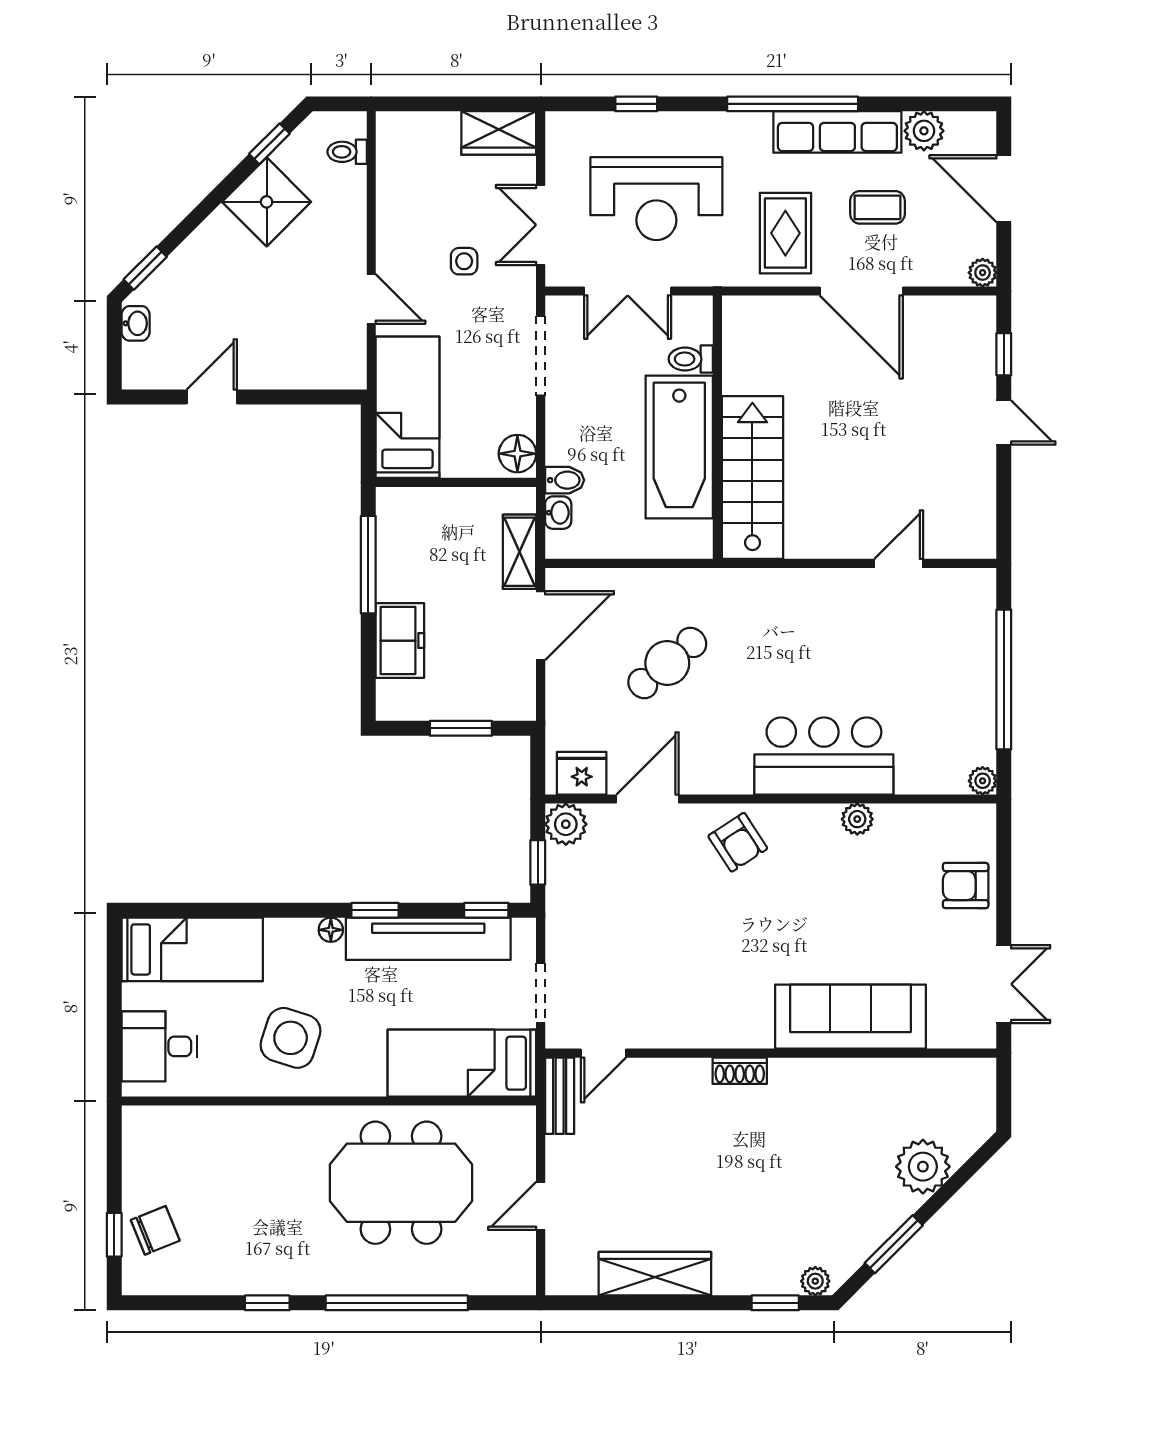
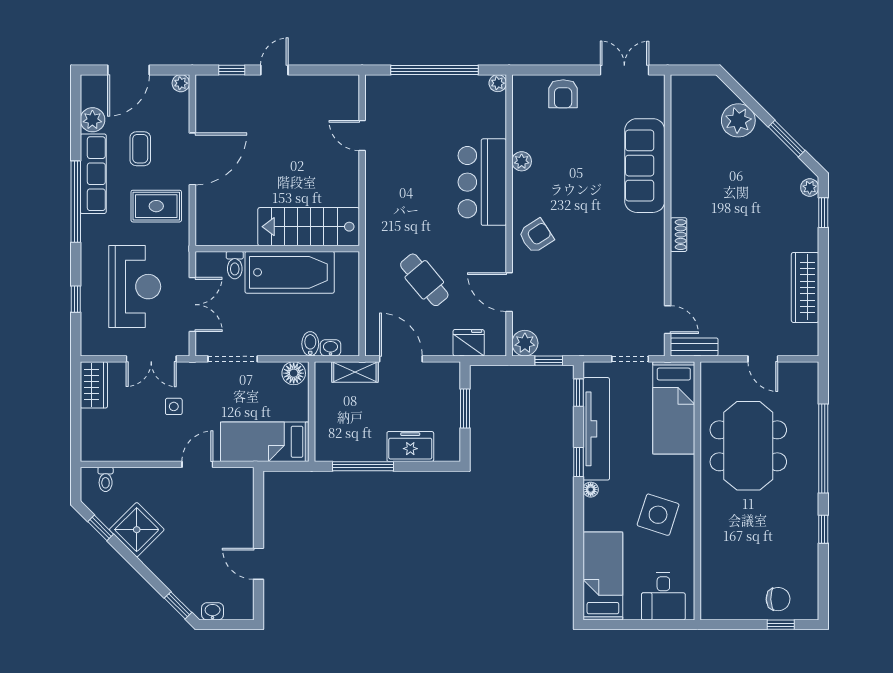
fridge: (582, 773) -> (469, 343), moved, turned 90
chair: (155, 1230) -> (778, 599), turned 110

